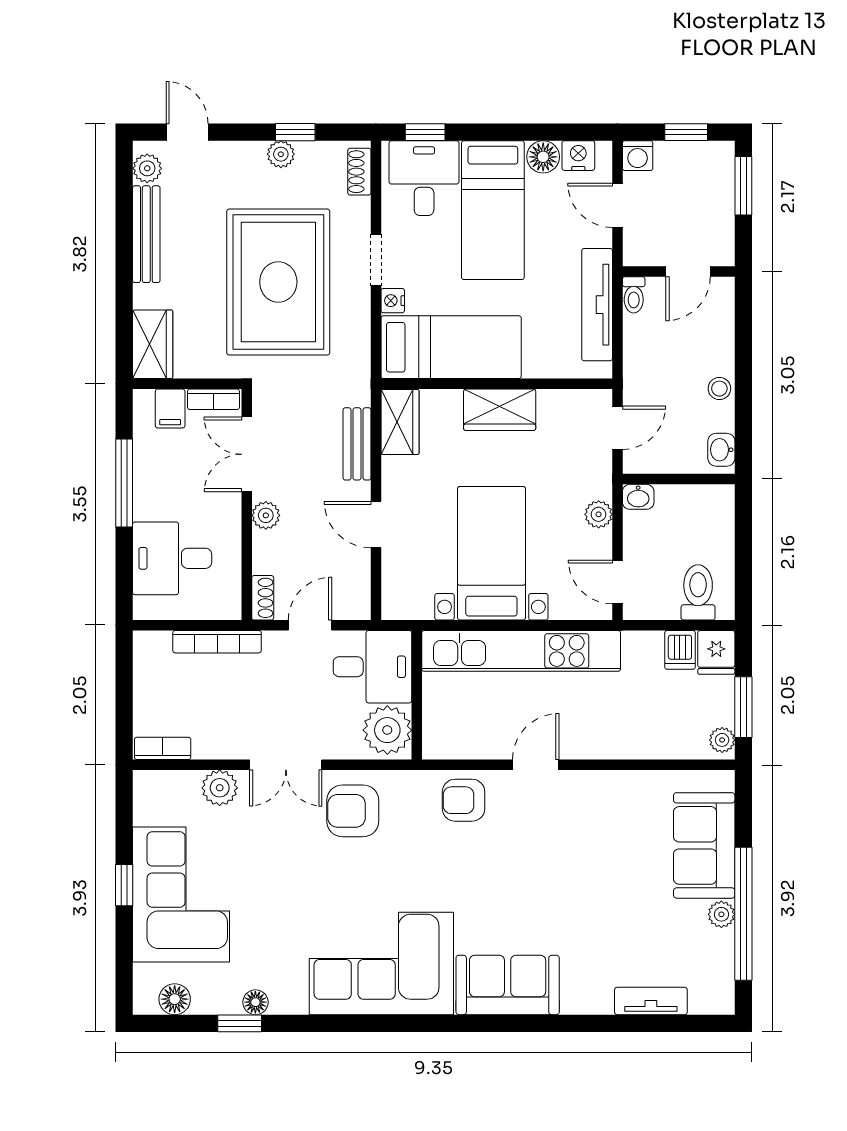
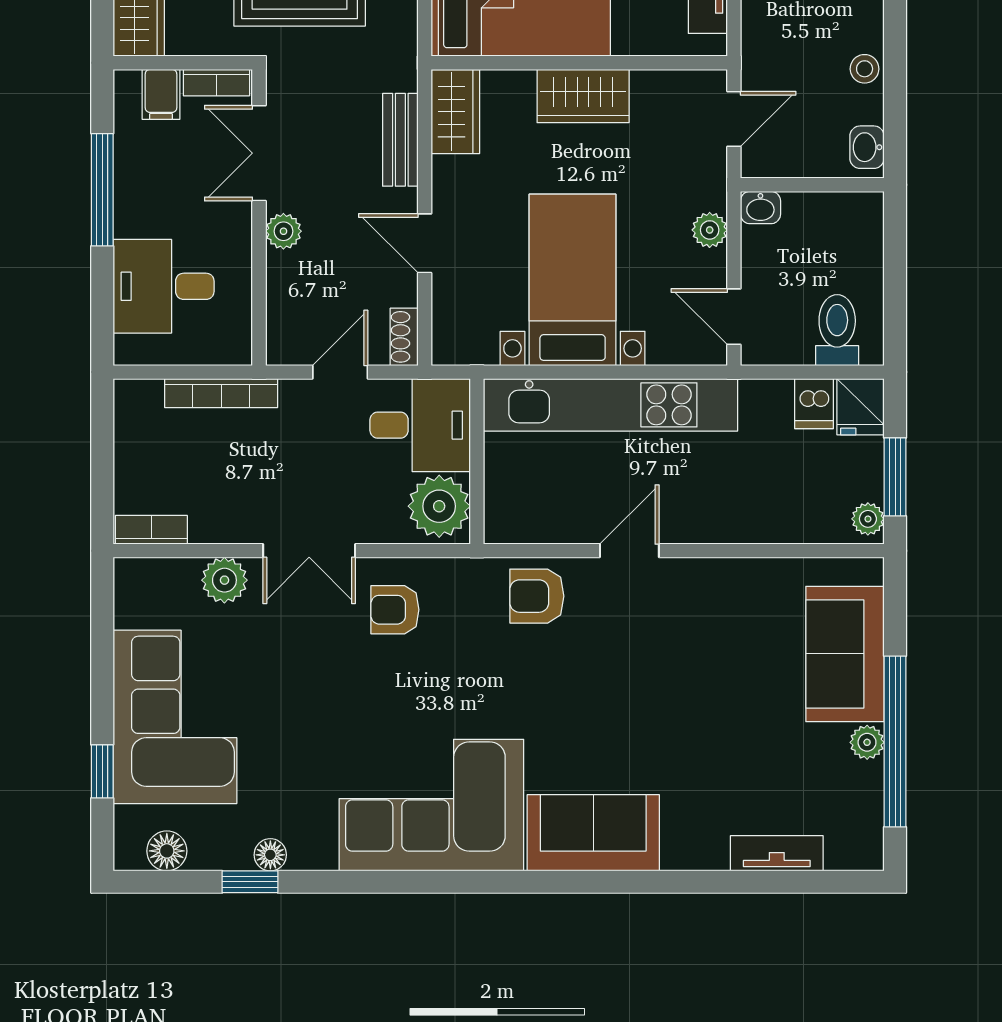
shoe rack: (263, 598) -> (404, 337), moved, turned 180
armchair: (353, 811) -> (395, 610), width x0.72, depth x0.72
window: (124, 885) -> (102, 771), moved

